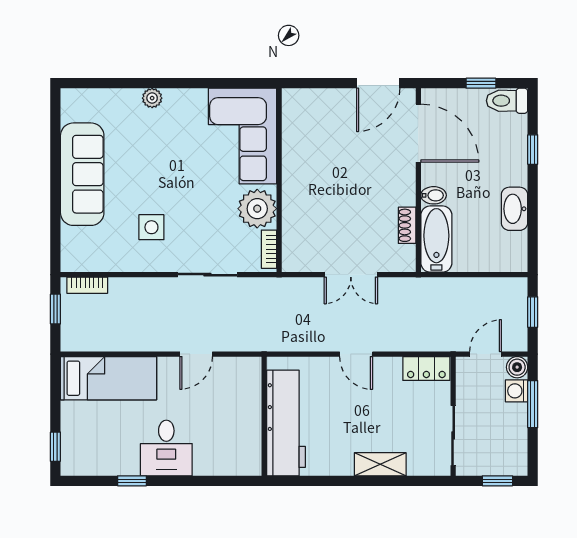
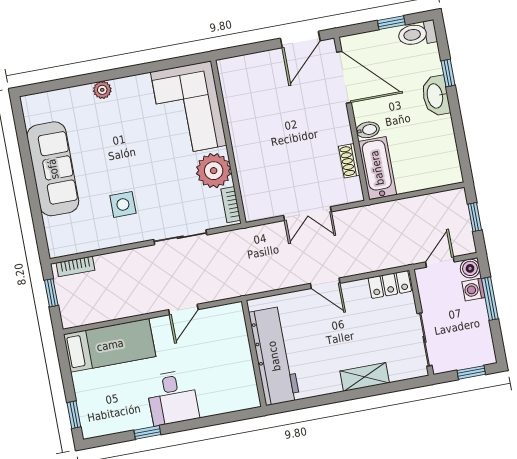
washbasin: (514, 209) -> (436, 96), moved

